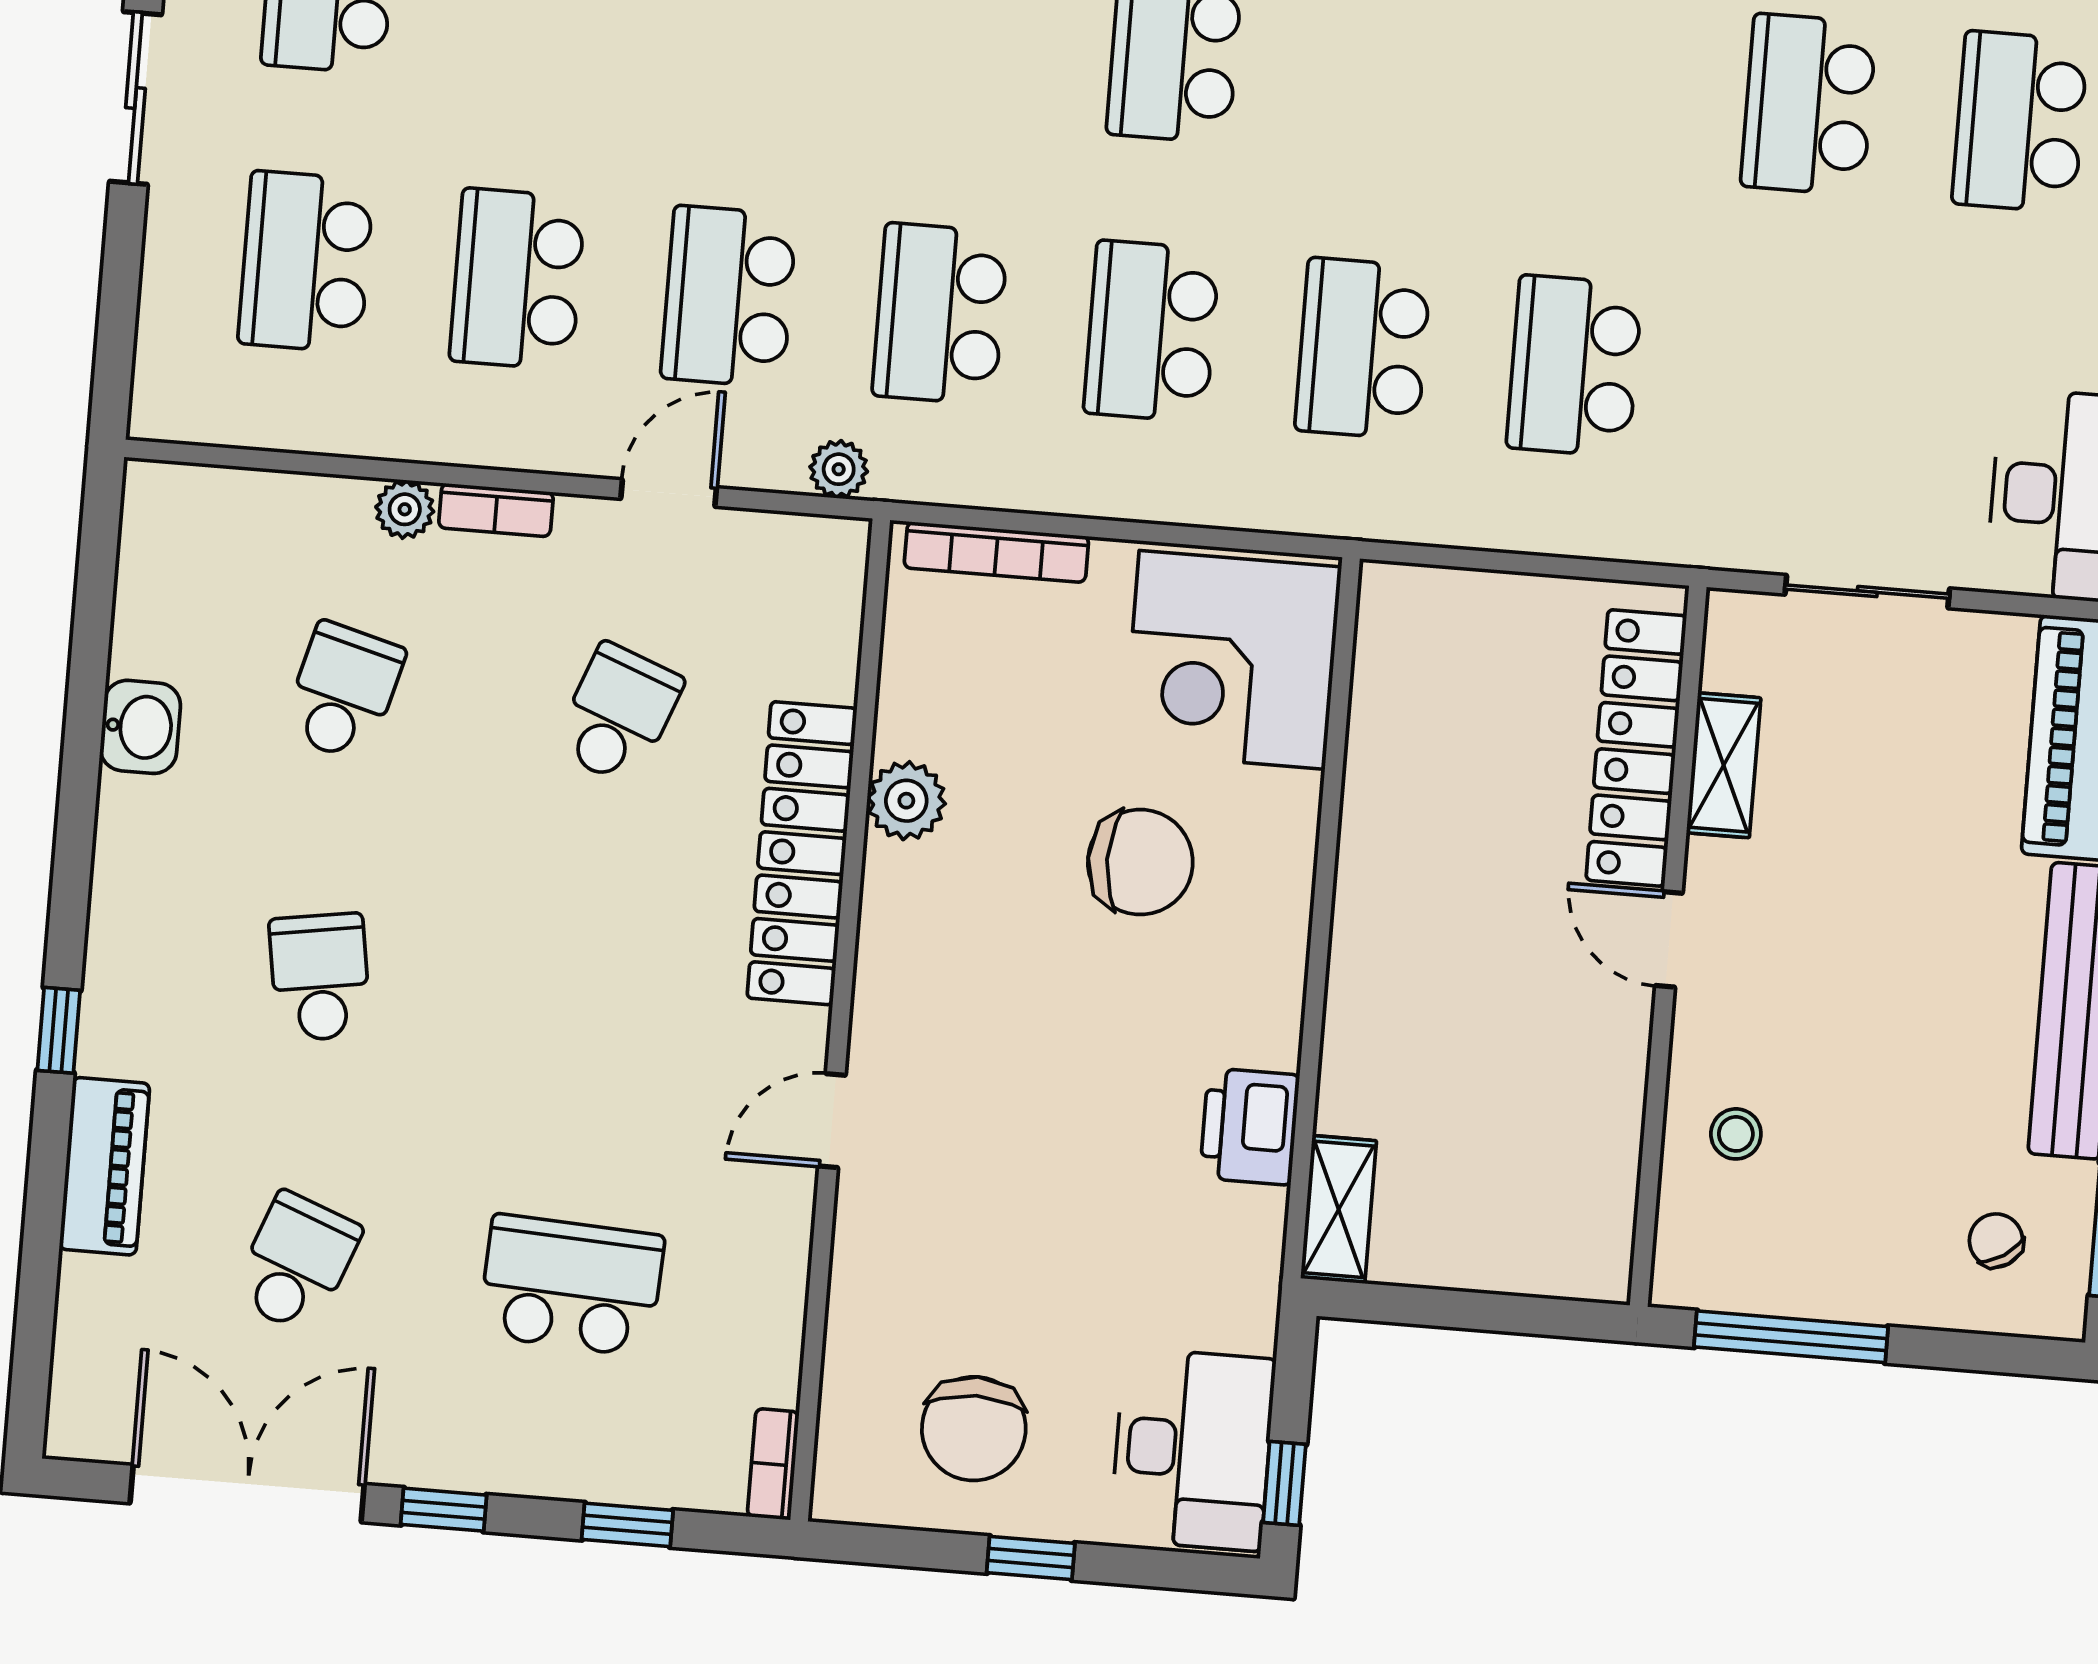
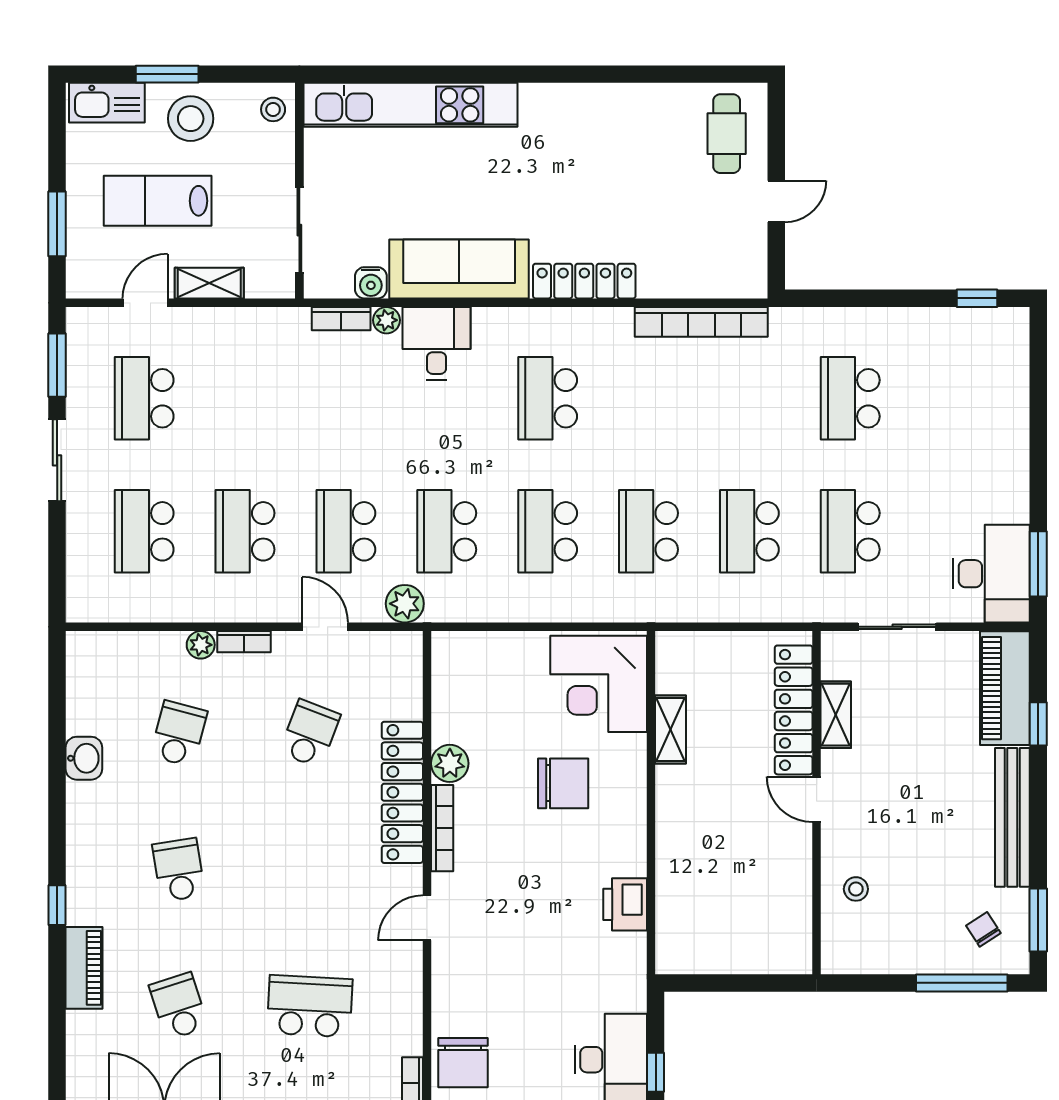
school desk: (2020, 122) -> (850, 531), moved
plant: (839, 469) -> (405, 604), width x1.38, depth x1.38
door: (669, 493) -> (325, 627), hinge flipped
bookcase: (996, 552) -> (442, 828), moved, turned -90
shelving: (1339, 1209) -> (671, 730), moved
school desk: (296, 1263) -> (179, 1006), turned -39
window: (1791, 1337) -> (962, 983), moved
chair: (974, 1429) -> (463, 1063), moved

